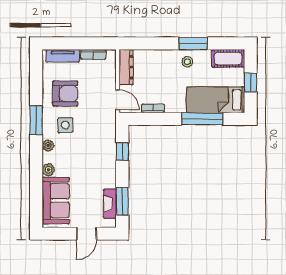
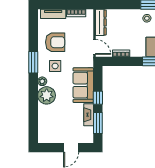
window: (122, 152) -> (98, 98), moved
plant: (48, 170) -> (47, 95), width x1.88, depth x1.88
sofa: (56, 201) -> (83, 85), moved, turned 180
fireplace: (110, 204) -> (89, 115), moved

